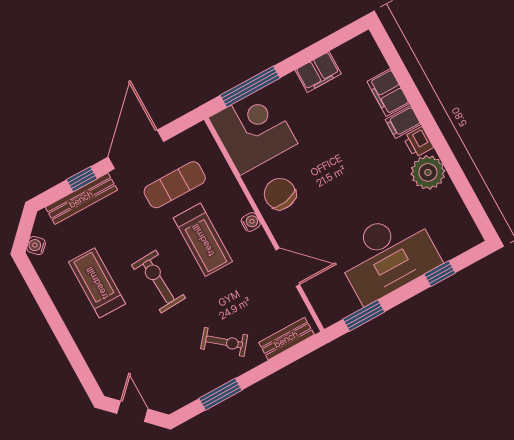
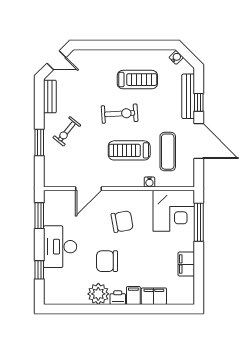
chair: (375, 185) -> (107, 261), added
chair: (280, 194) -> (122, 222), moved
water cooler: (251, 222) -> (149, 182), moved
desk: (387, 255) -> (60, 247), width x0.73, depth x0.77
bench: (286, 339) -> (50, 96), moved
window: (220, 394) -> (39, 142), moved

